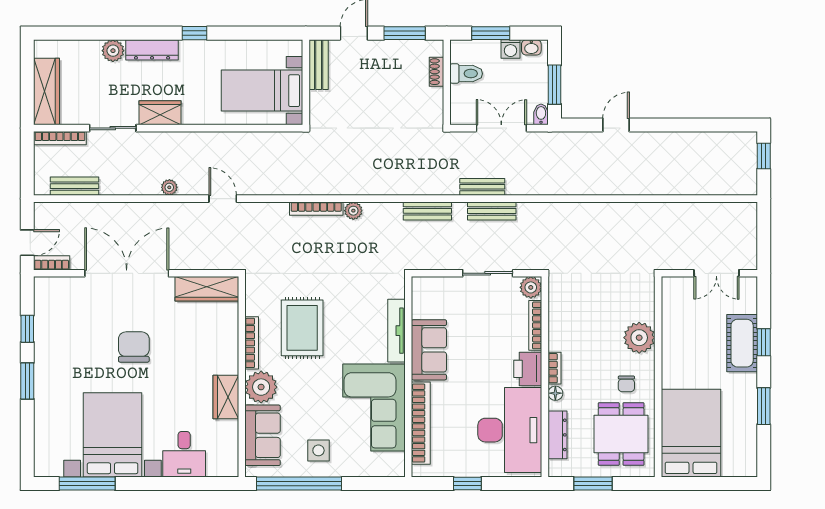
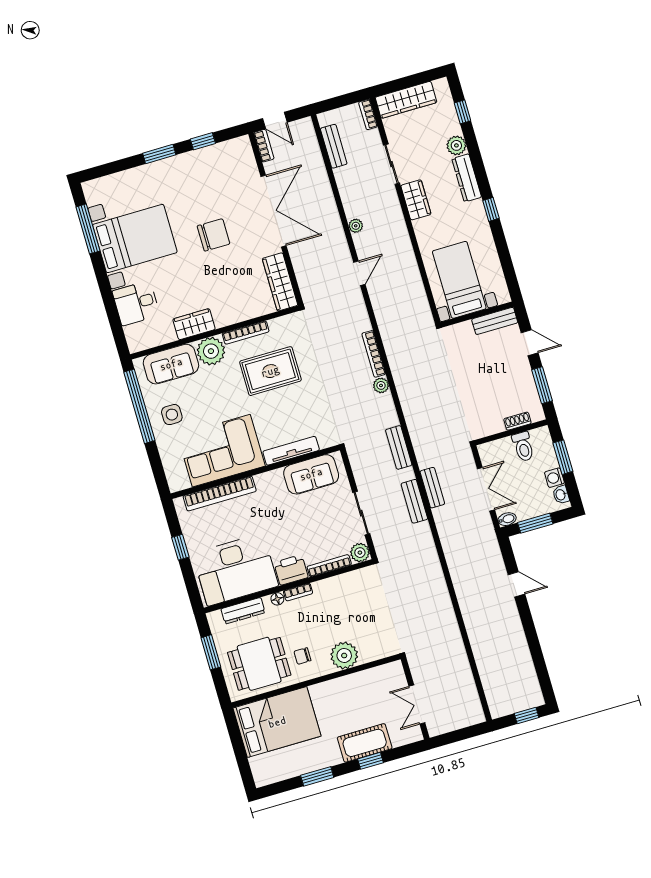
window: (78, 33) -> (463, 112), added
bookcase: (60, 138) -> (368, 114), width x0.64
sofa: (429, 350) -> (311, 474), moved

